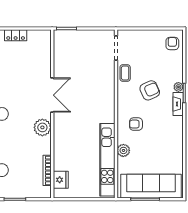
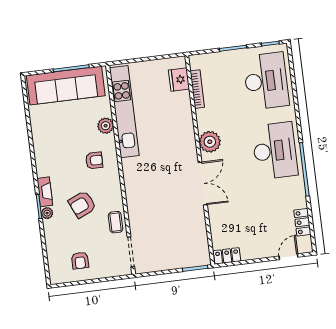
locker: (16, 35) -> (227, 256), moved
armchair: (172, 43) -> (80, 260), moved
double door: (52, 95) -> (203, 184), swing flipped

